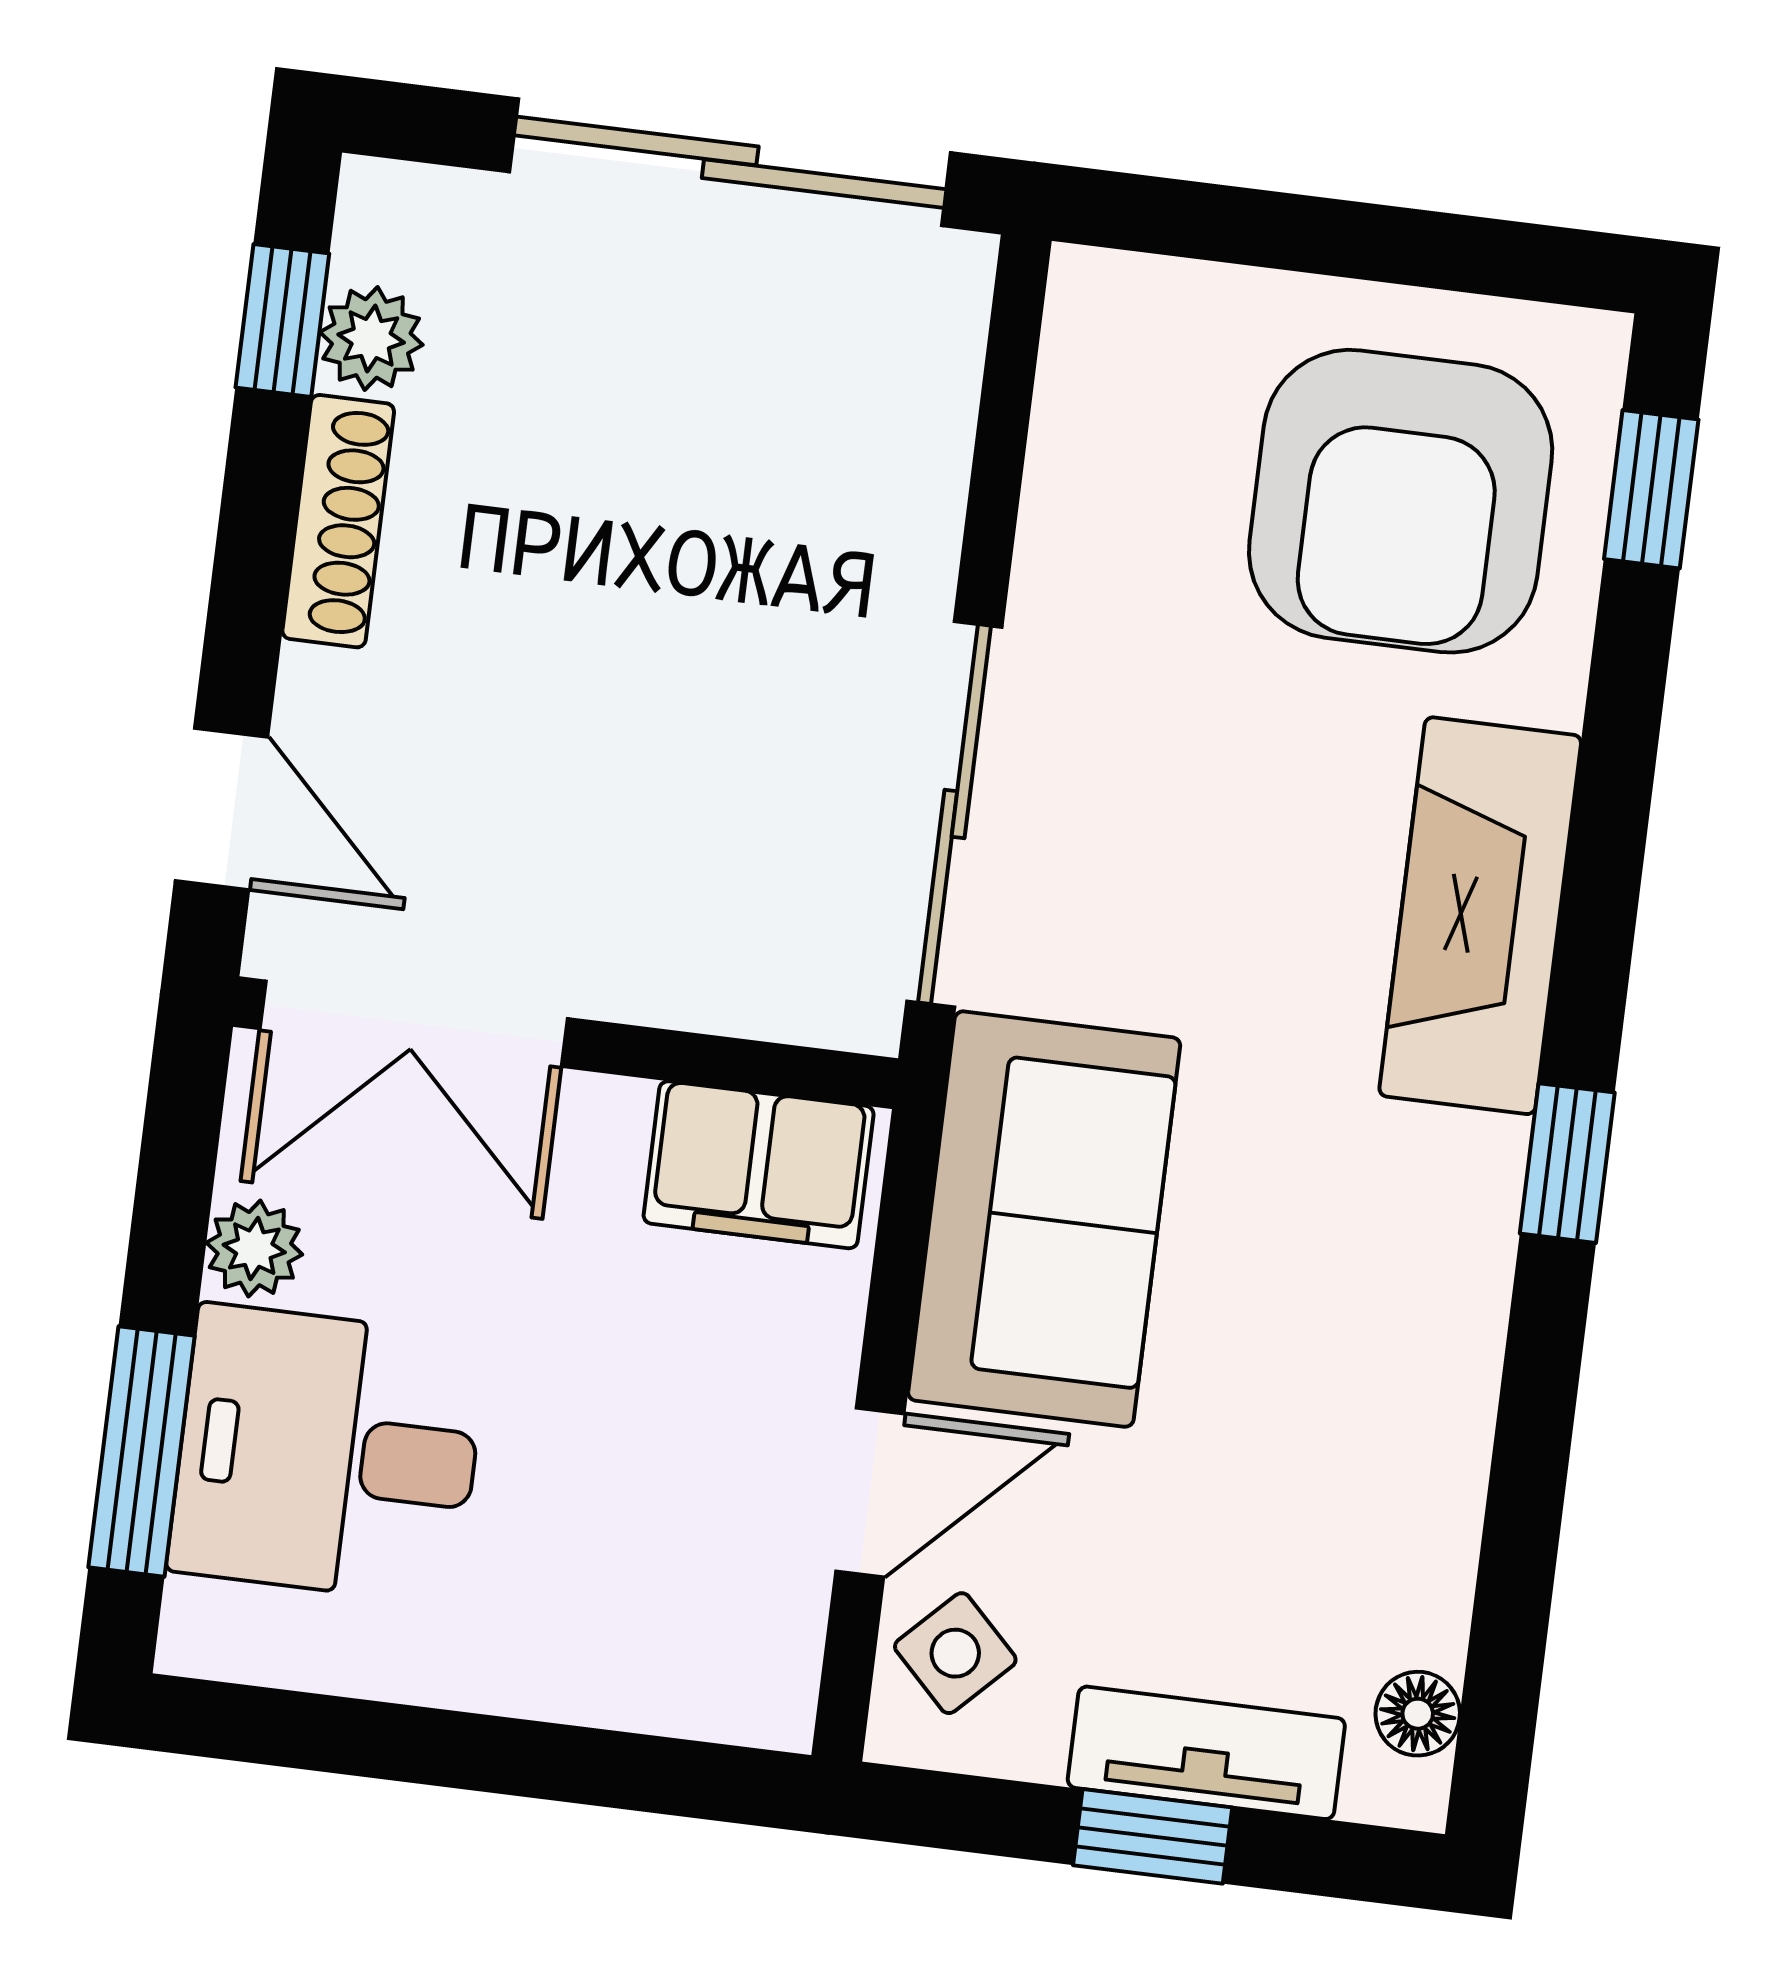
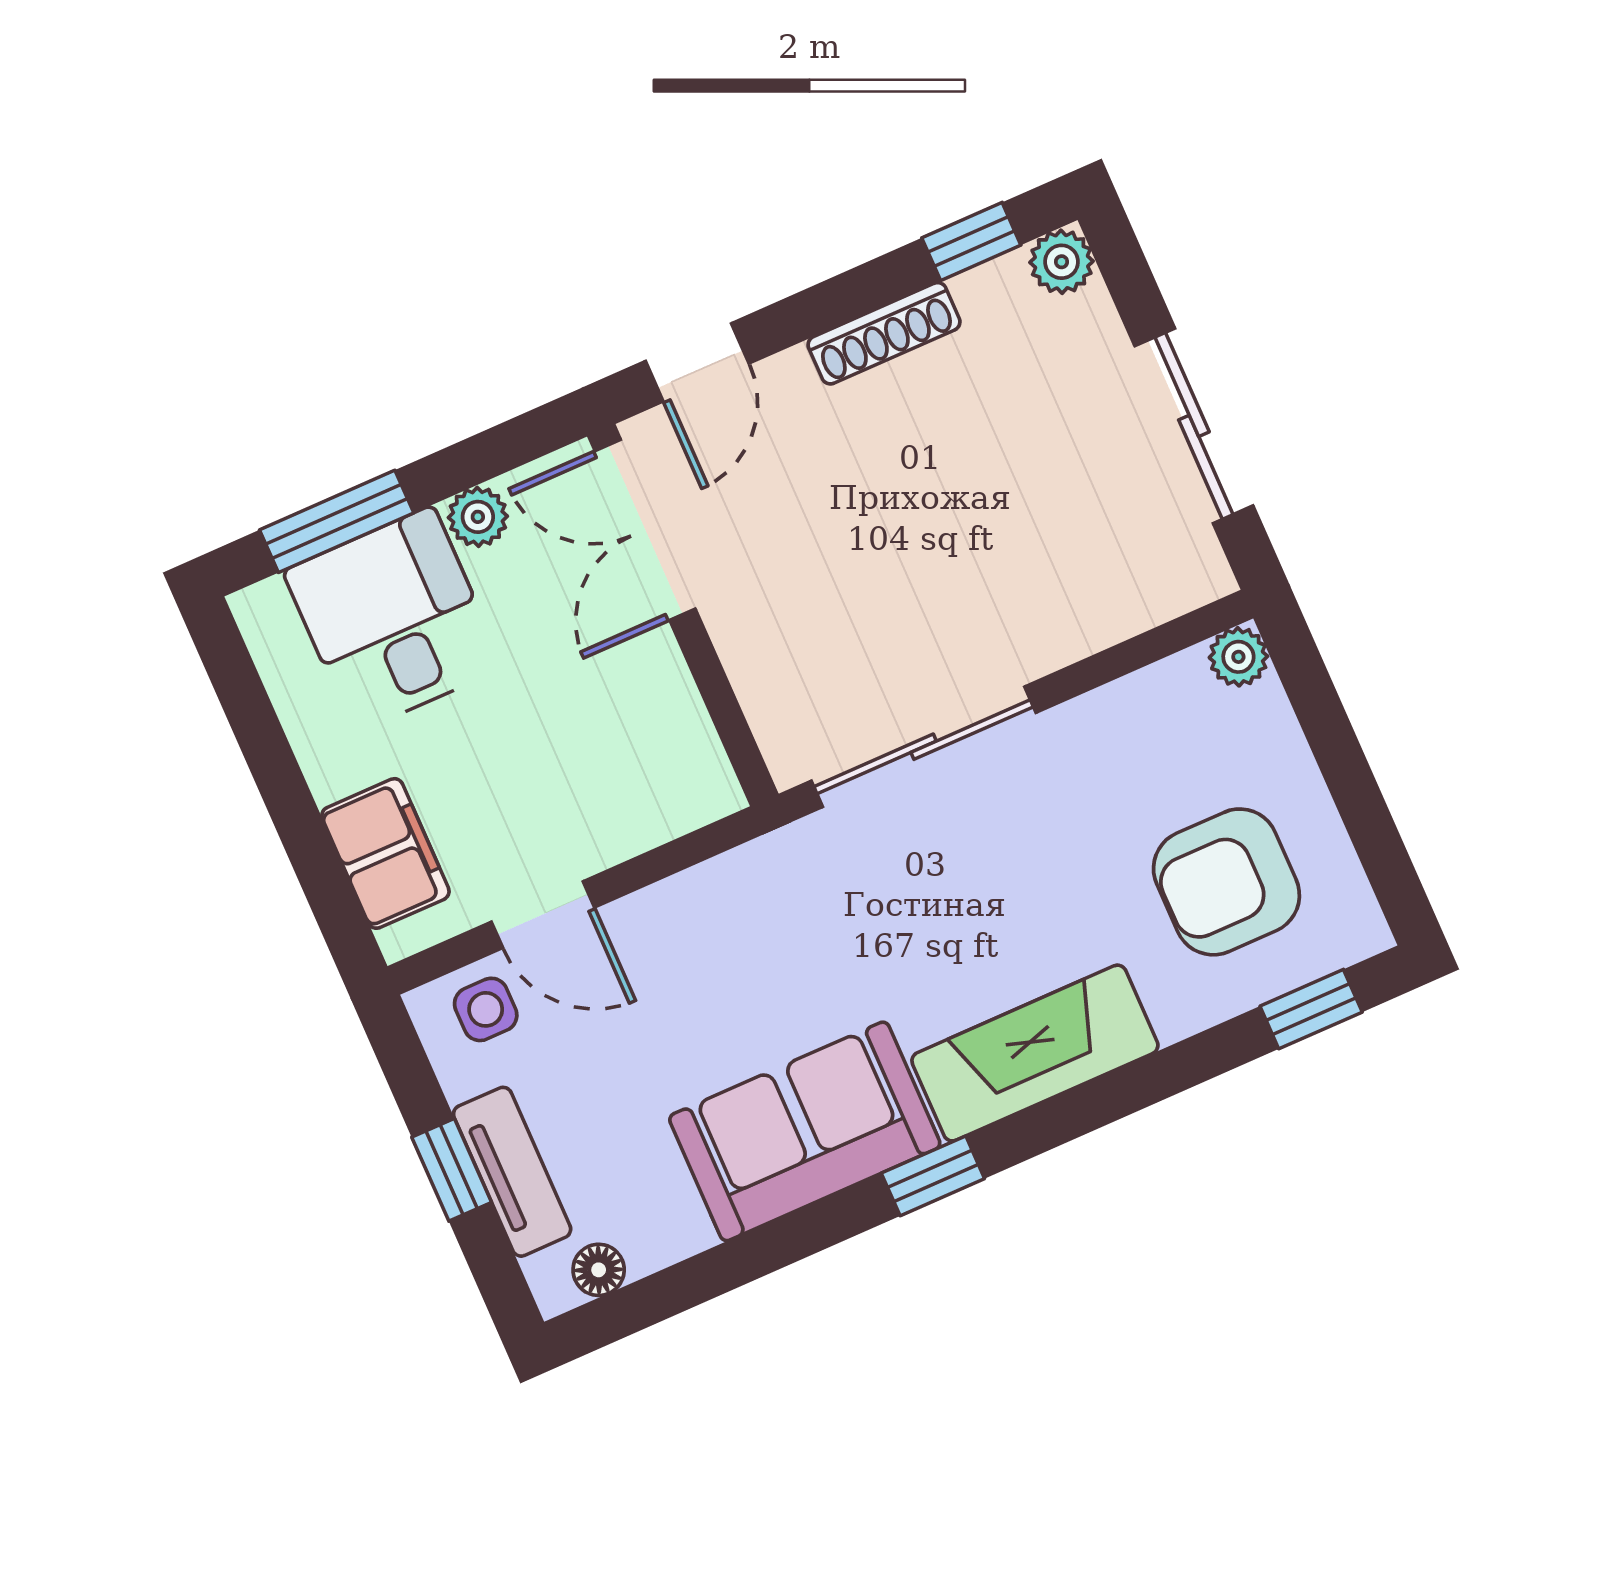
sliding door: (730, 162) -> (1194, 426), width x0.73
plant: (1093, 294) -> (1238, 657), added
plant: (371, 339) -> (1062, 262), moved
armchair: (1401, 501) -> (1226, 882), width x0.73, depth x0.73
filing cabinet: (759, 1165) -> (385, 853), moved, turned 180
sofa: (1044, 1219) -> (805, 1131), moved, turned 180
side table: (955, 1653) -> (486, 1009), turned 45

